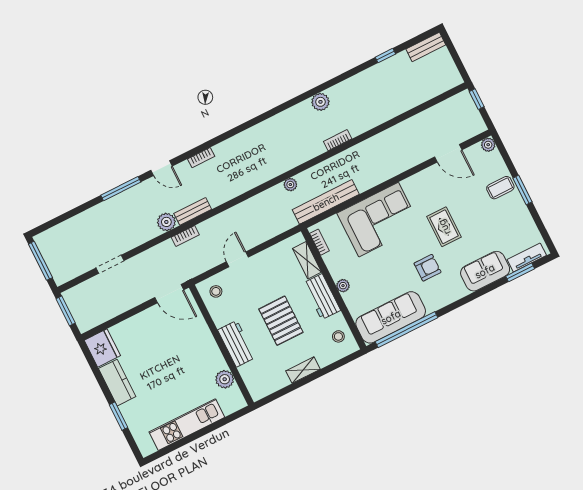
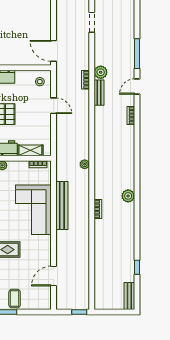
plant: (320, 102) -> (128, 196), moved
plant: (488, 145) -> (46, 305), removed
bench: (326, 202) -> (62, 206), moved
door: (169, 294) -> (54, 51), hinge flipped

